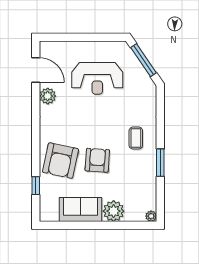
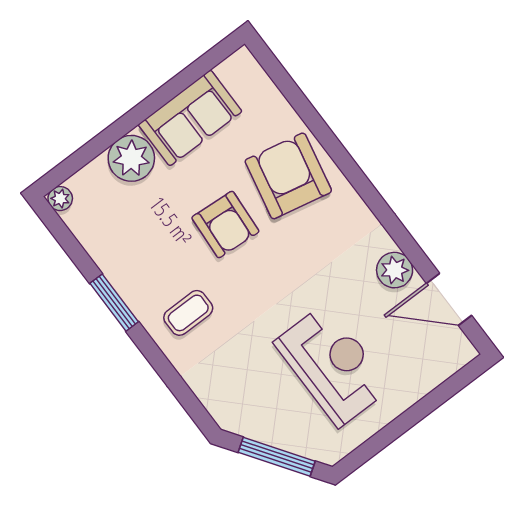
reception desk: (97, 78) -> (332, 365), turned 90
coffee table: (136, 138) -> (188, 313), turned 90
window: (36, 186) -> (298, 100), removed

